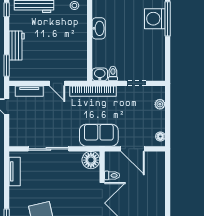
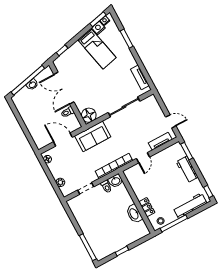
washing machine: (155, 19) -> (97, 243), removed
locker: (81, 28) -> (147, 207), added
door: (57, 83) -> (143, 158), swing flipped

